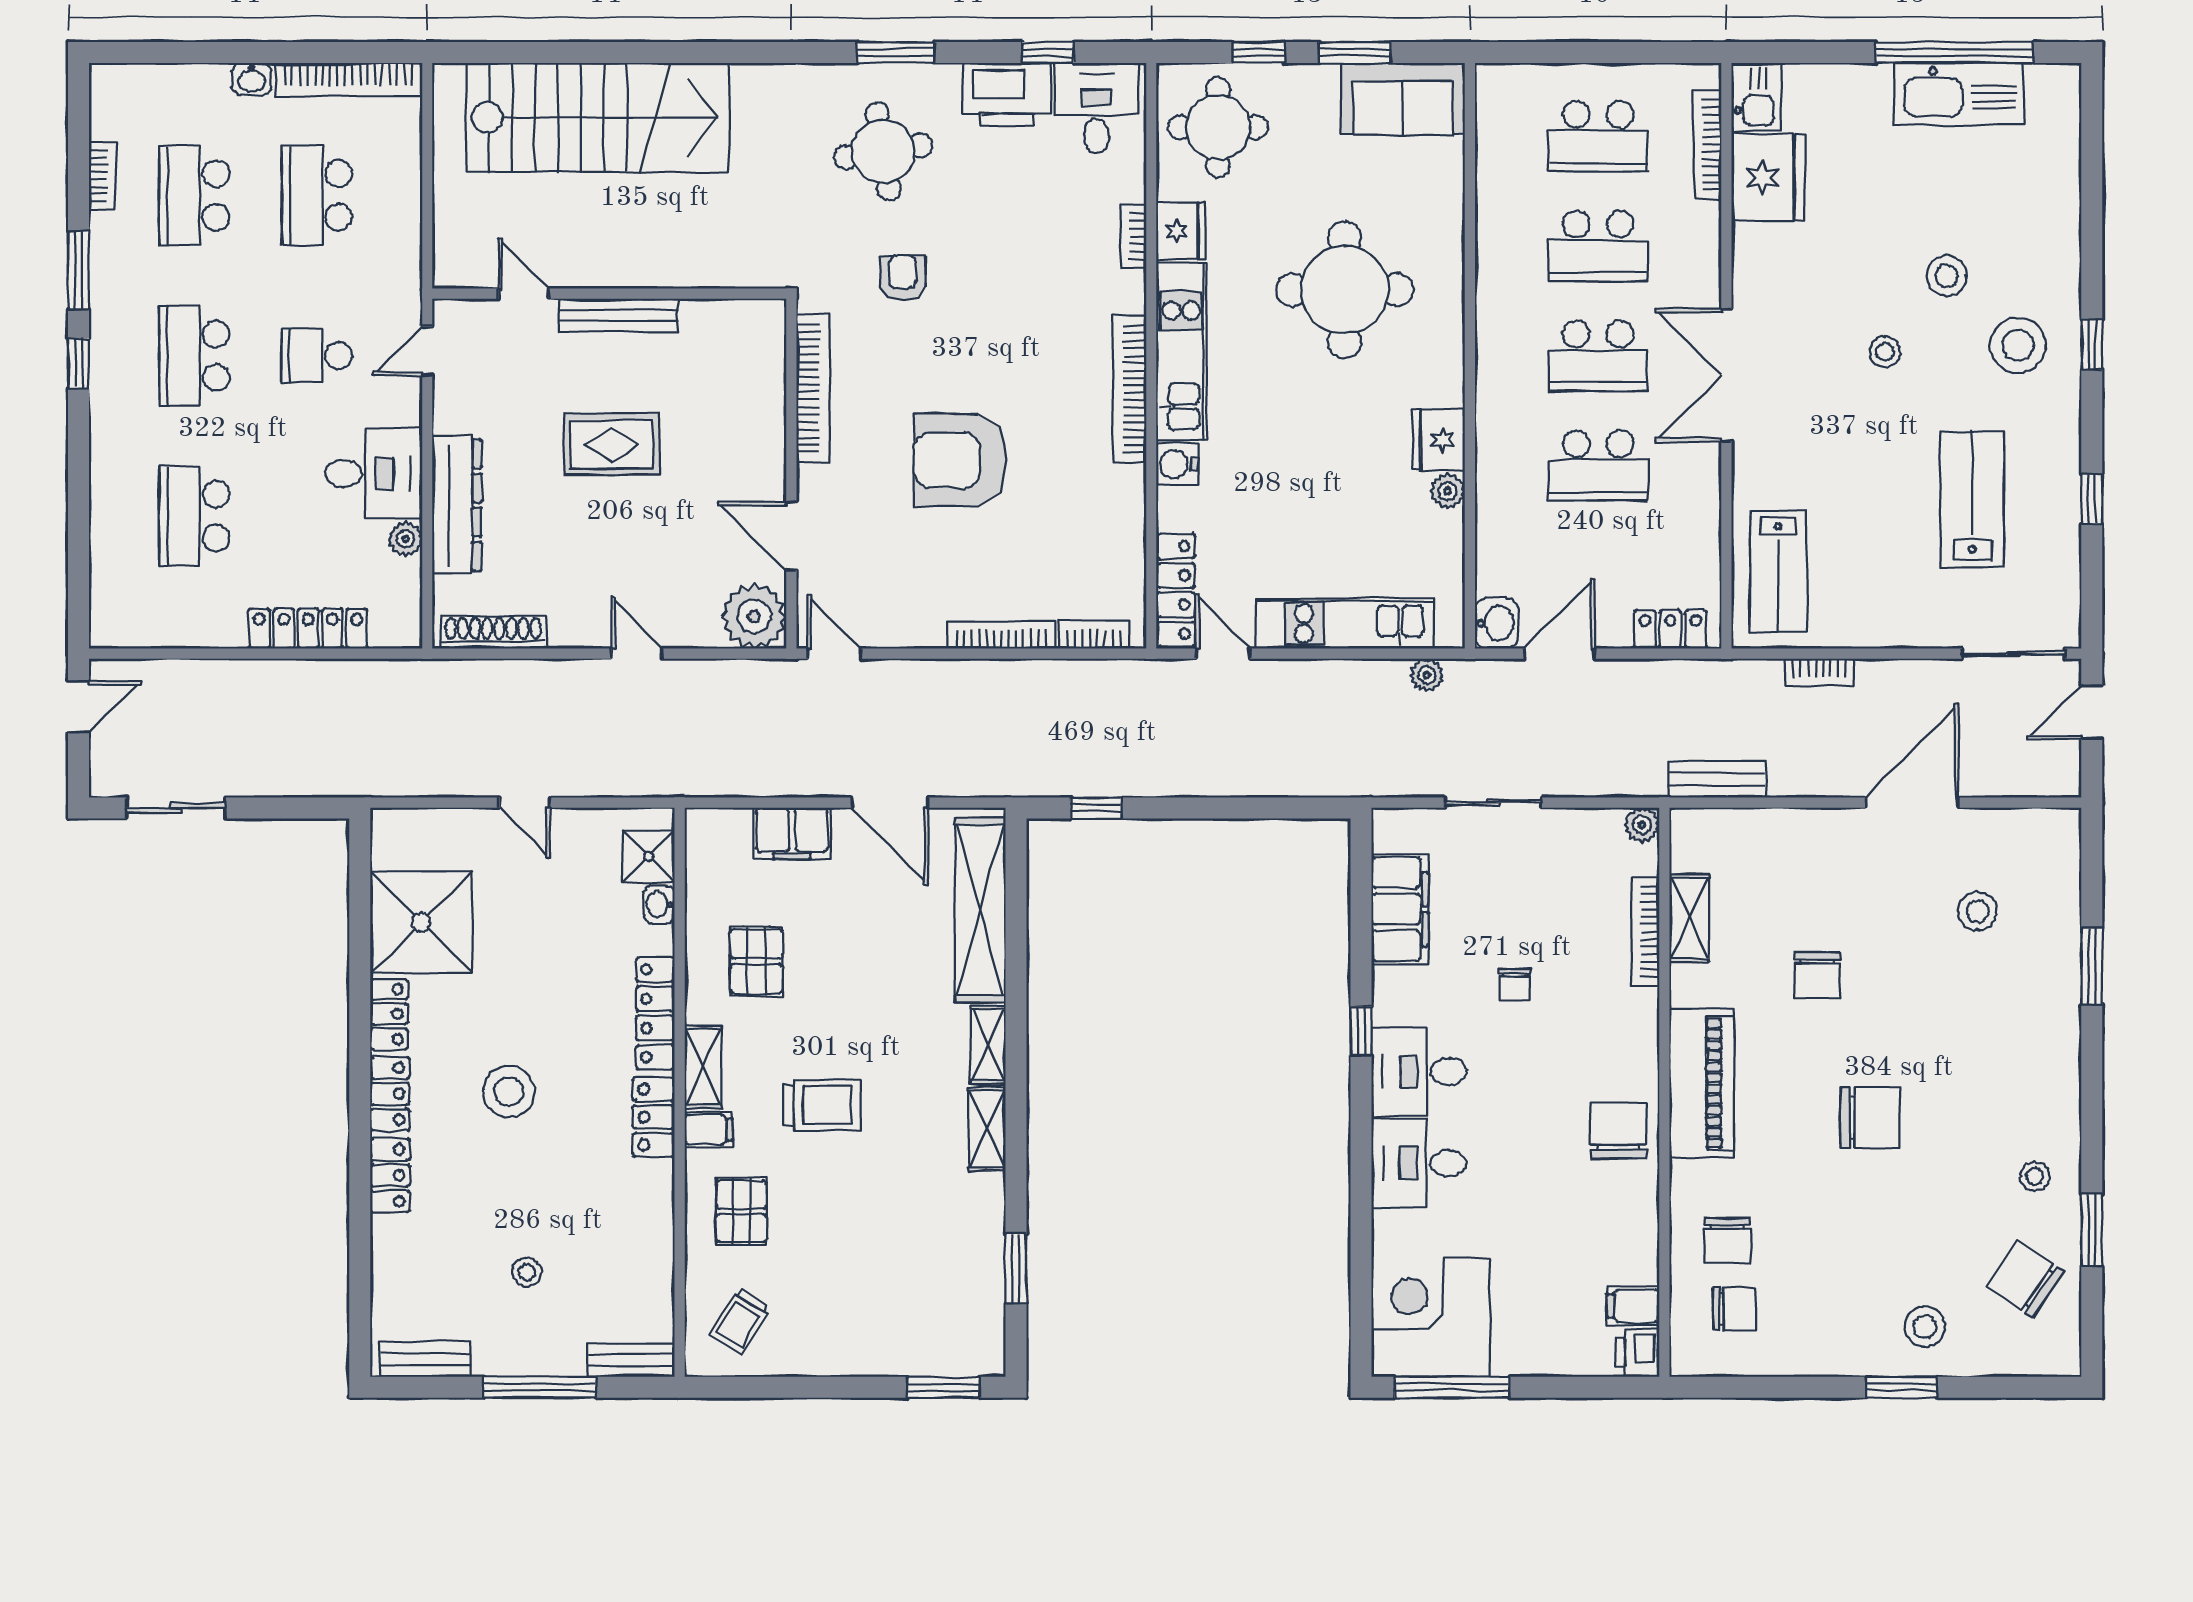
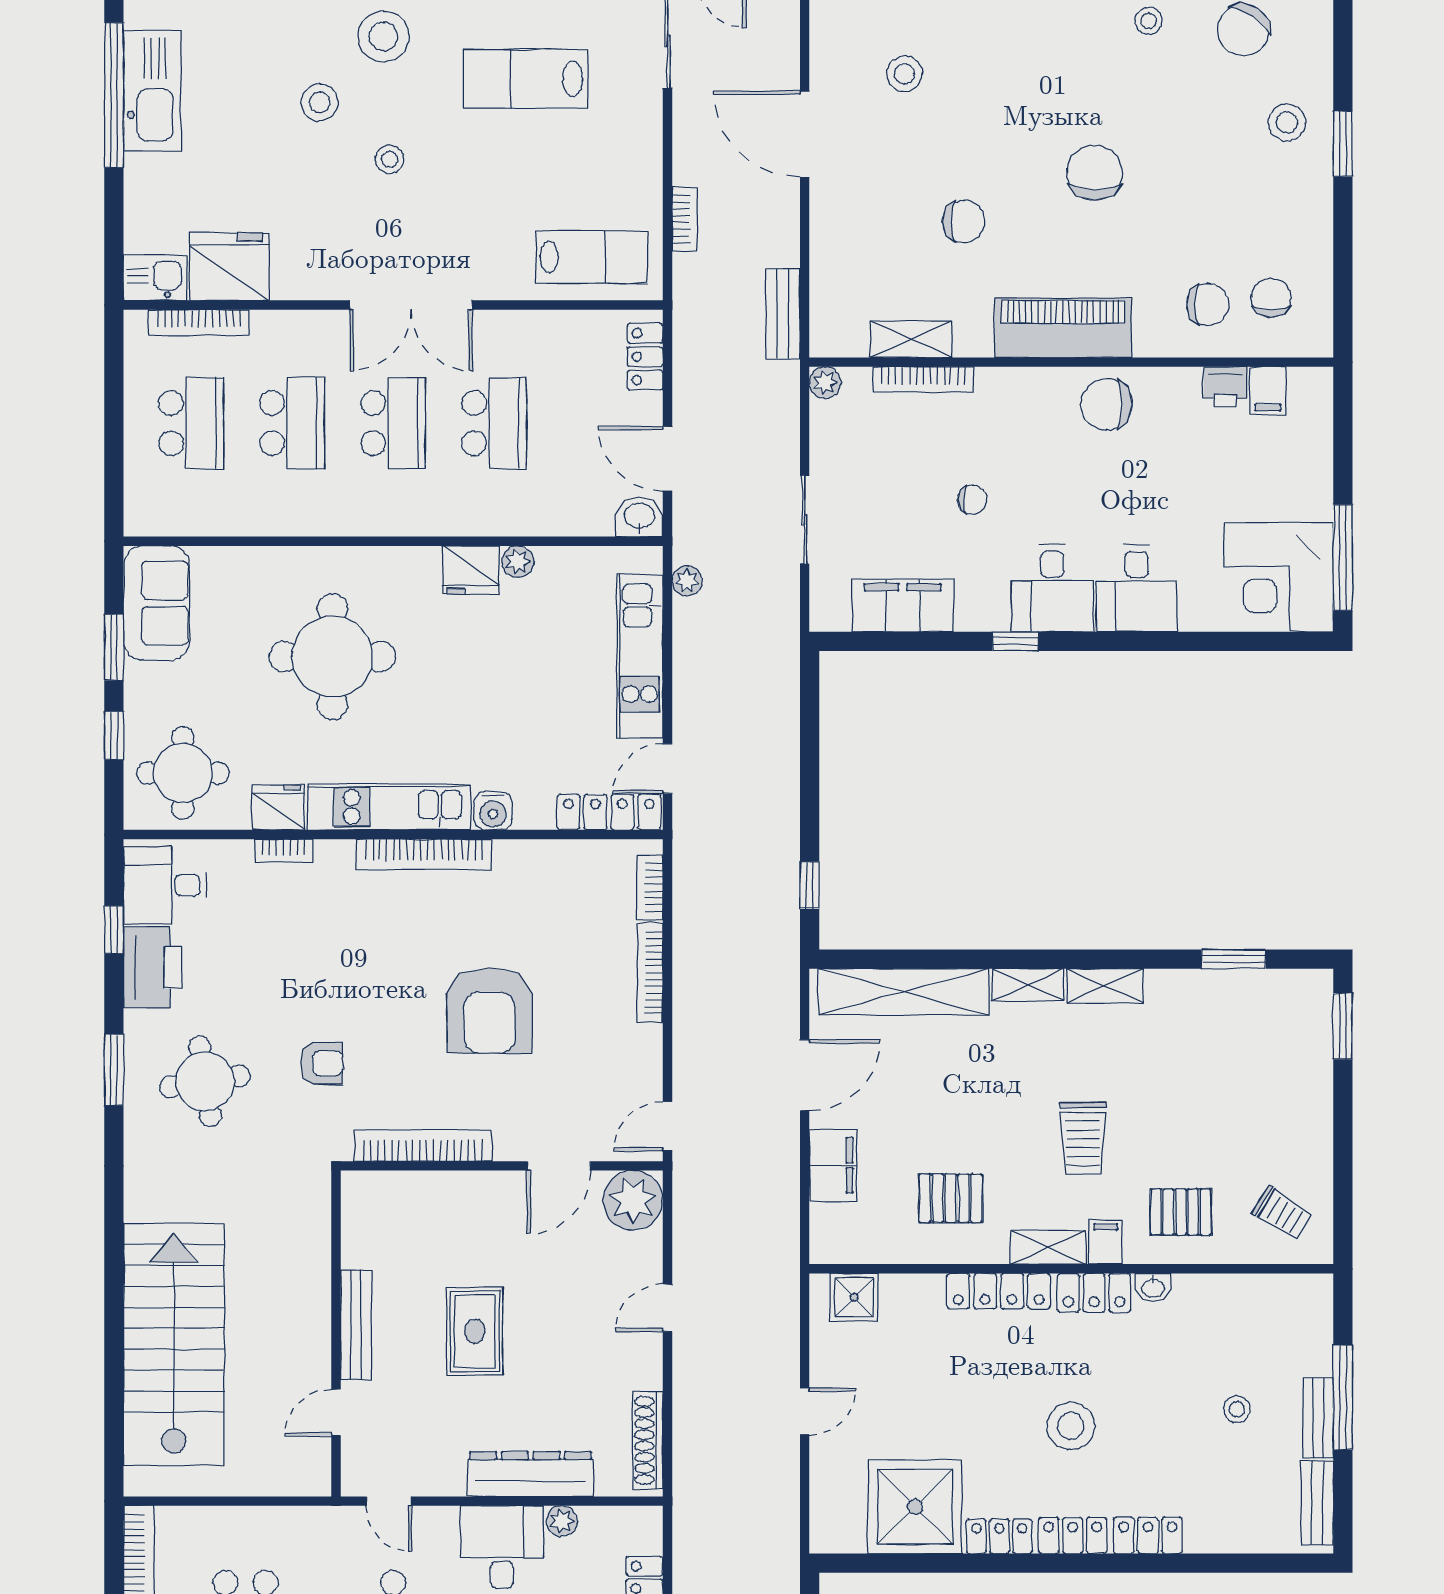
armchair: (903, 278) -> (322, 1063), turned 180
washbasin: (659, 905) -> (1153, 1288), moved
trolley: (821, 1105) -> (1083, 1138), turned 180
printer: (1638, 1352) -> (1225, 386), moved
bench: (631, 1360) -> (1318, 1418), moved

